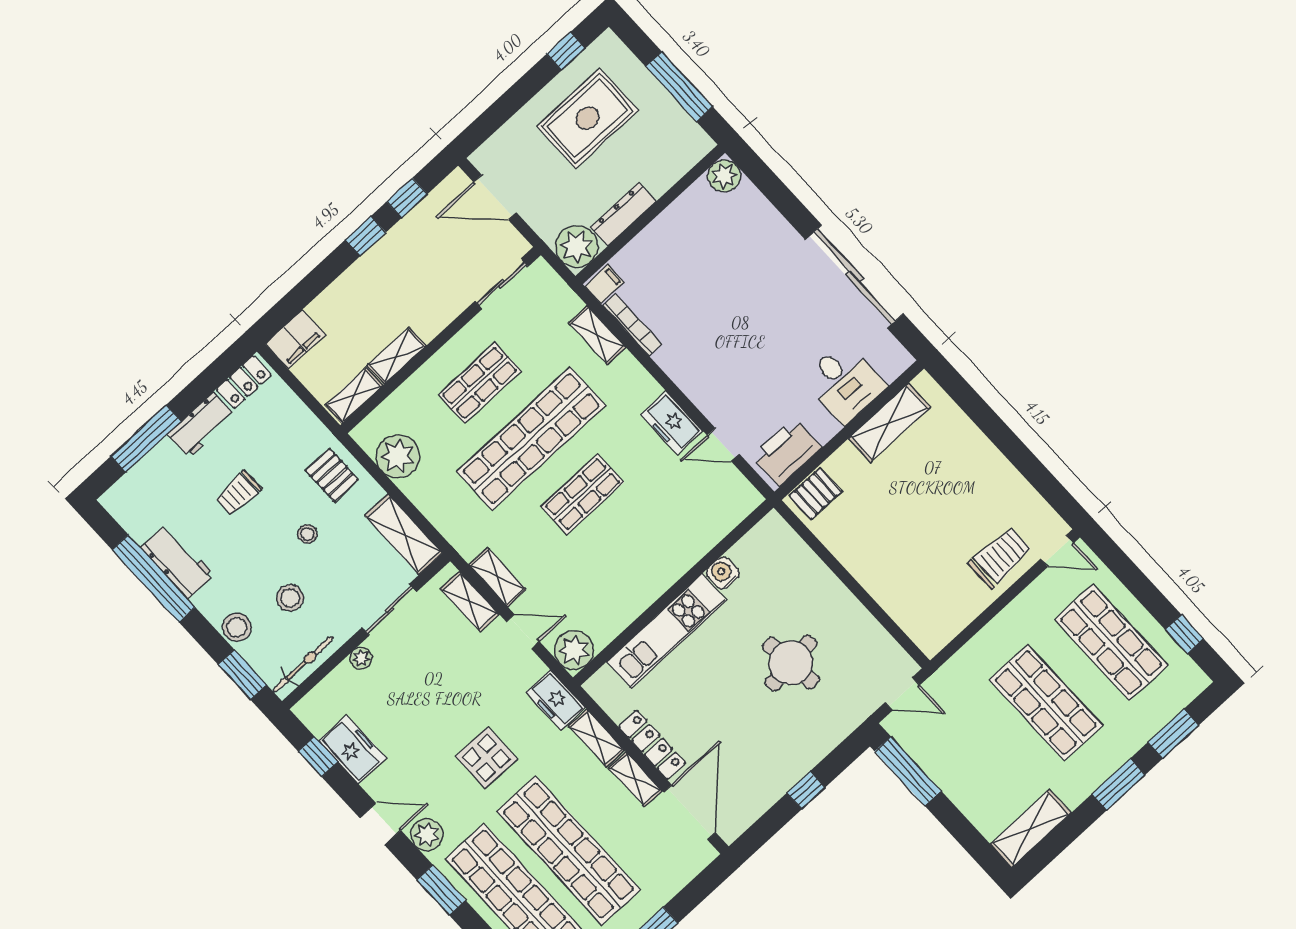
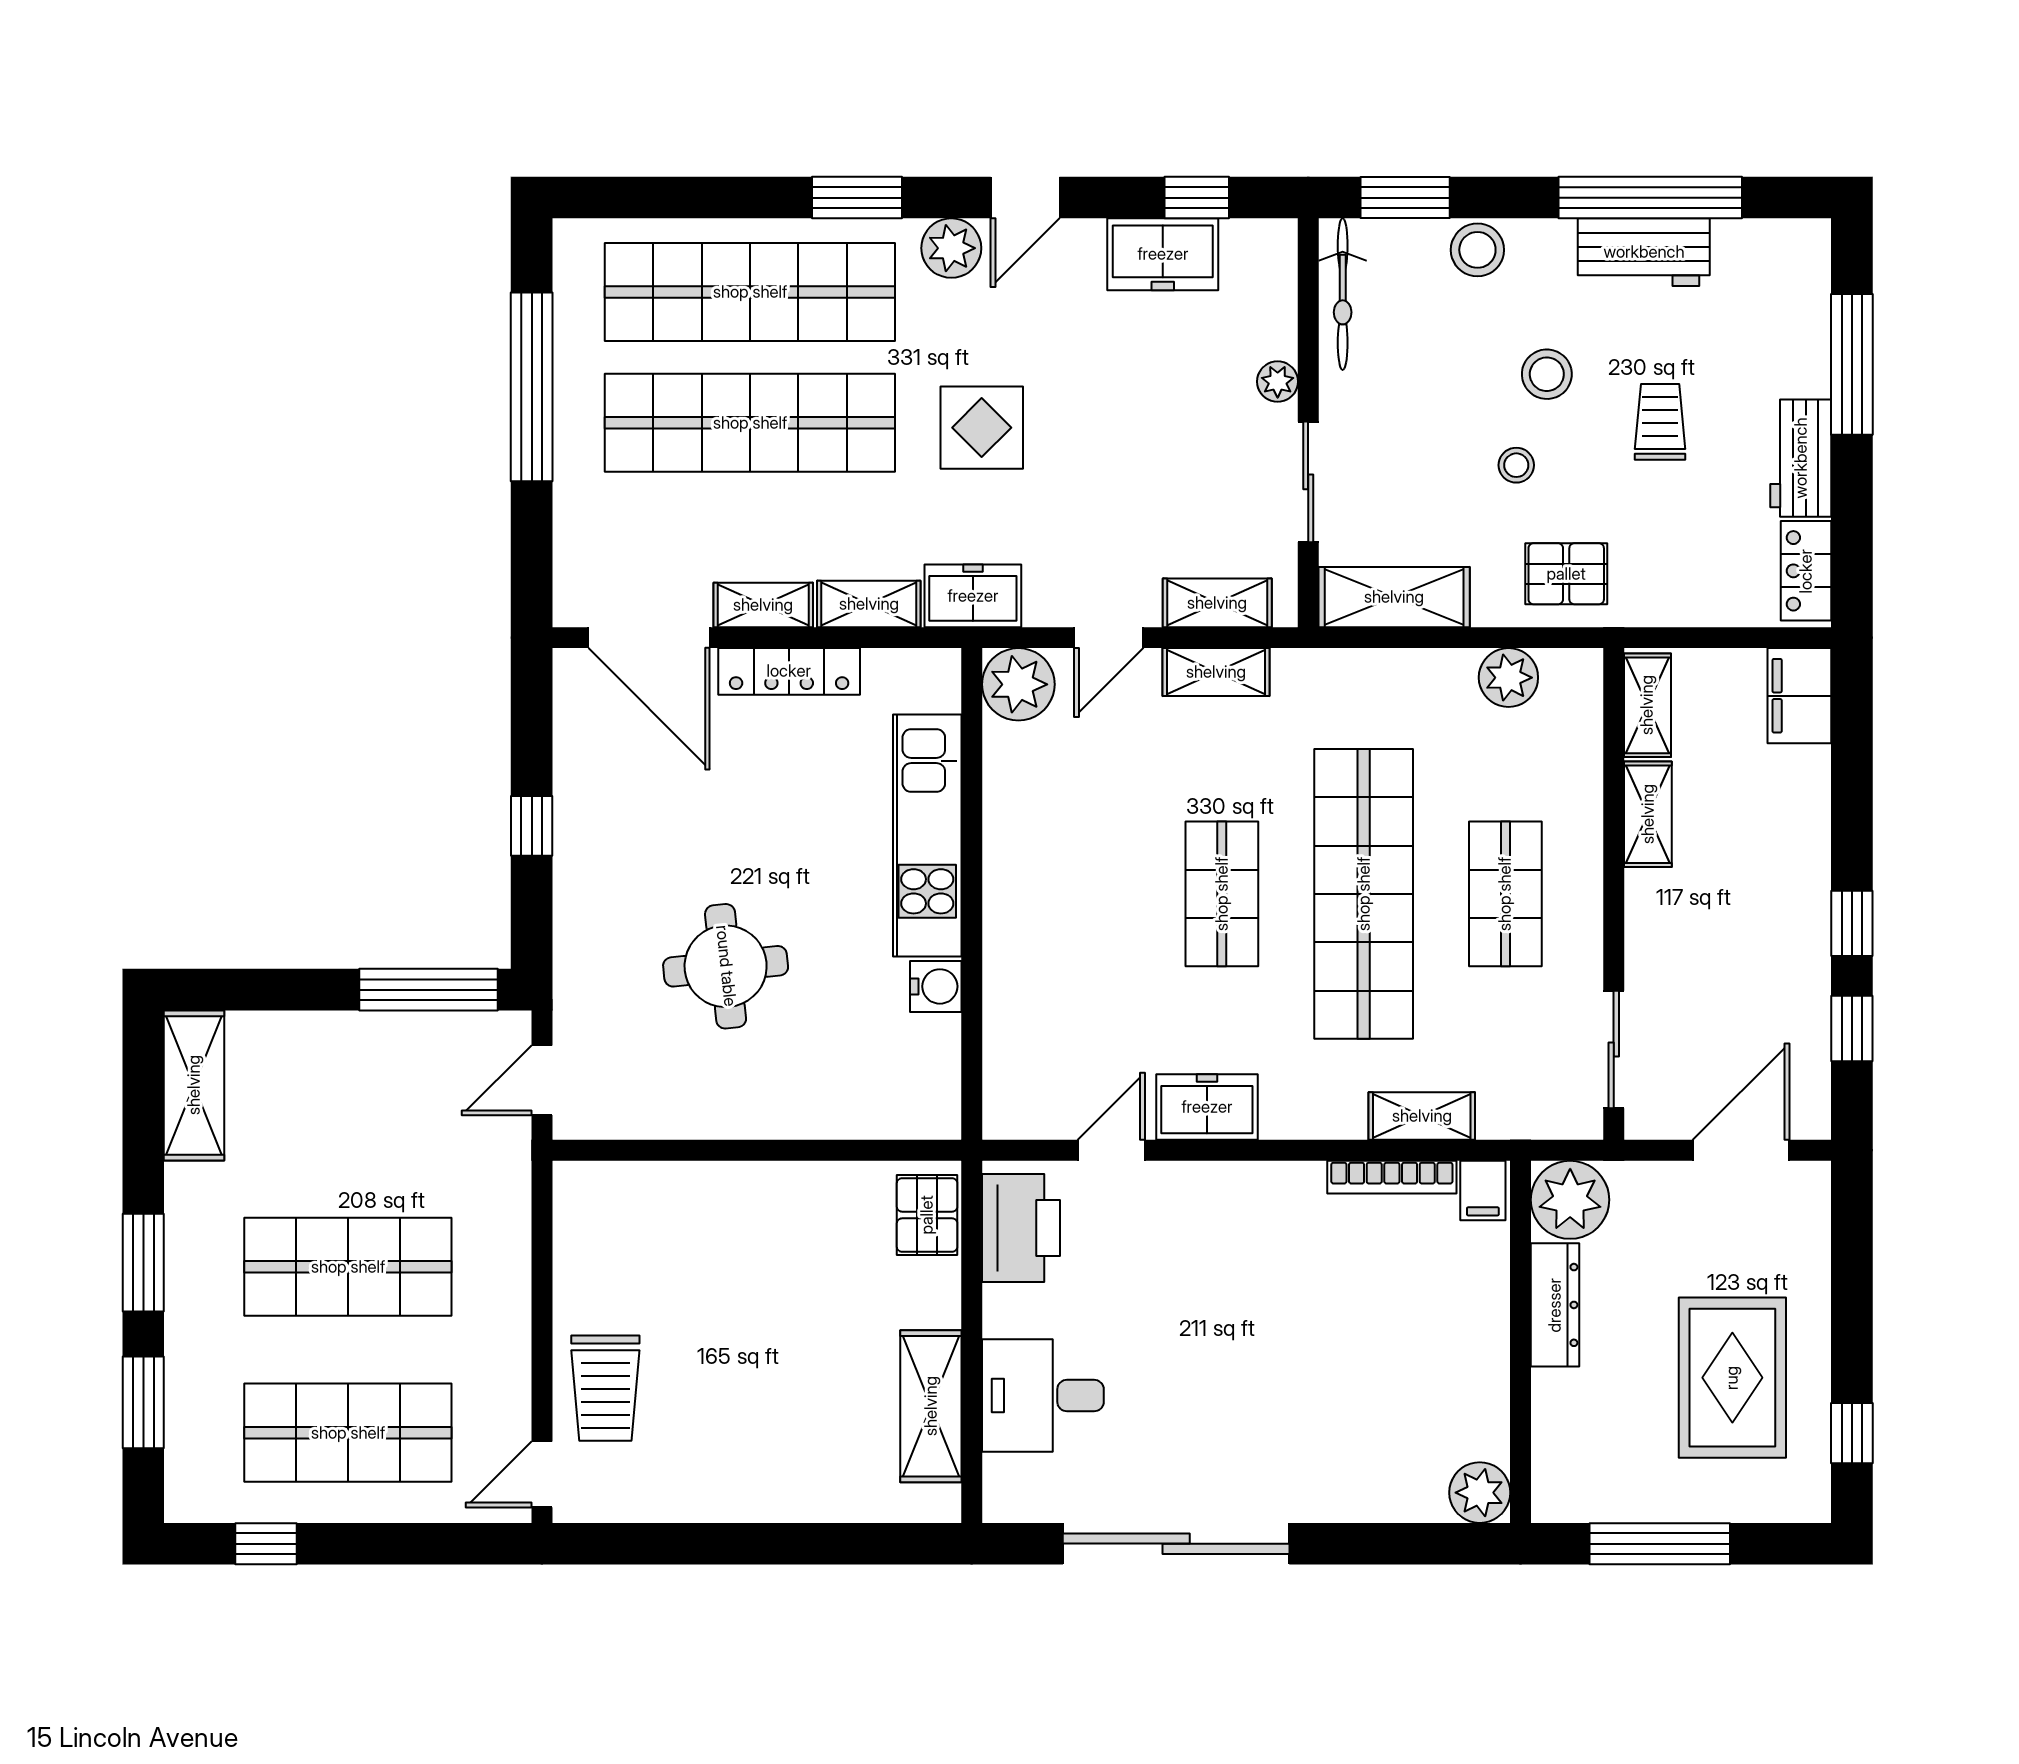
plant: (398, 456) -> (1508, 678), width x0.73, depth x0.73
stool: (290, 598) -> (1547, 374), moved

